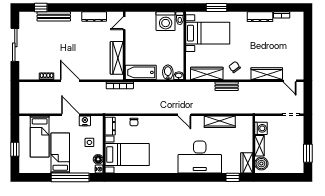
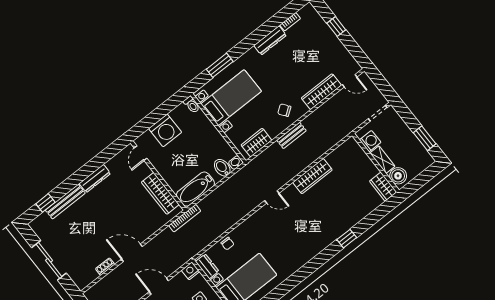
dresser: (94, 17) -> (95, 179), moved
washing machine: (166, 21) -> (165, 130), moved
window: (308, 41) -> (336, 26), added
wardrobe: (207, 73) -> (256, 143), width x0.67
nightstand: (85, 121) -> (191, 271), moved
washing machine: (261, 128) -> (370, 141), moved
wall: (254, 144) -> (376, 163), moved
shelving: (260, 146) -> (382, 160), moved
desk: (200, 157) -> (320, 227), removed
wardrobe: (247, 163) -> (383, 187), moved
boiler: (261, 164) -> (398, 176), moved
window: (233, 177) -> (347, 239), moved

